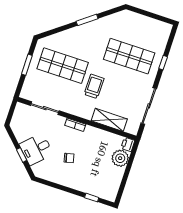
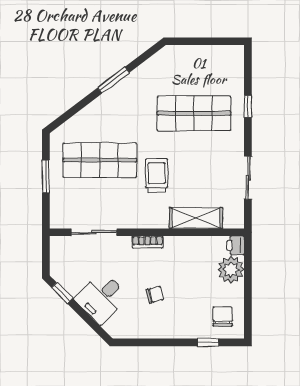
sliding door: (149, 106) -> (248, 178), width x0.73
window: (22, 155) -> (62, 293), moved
chair: (106, 185) -> (223, 316), added

